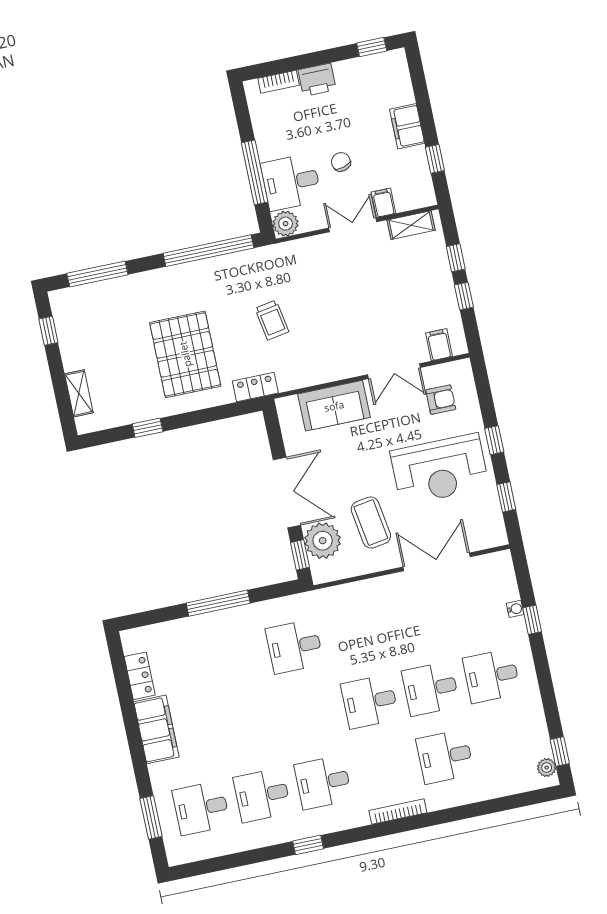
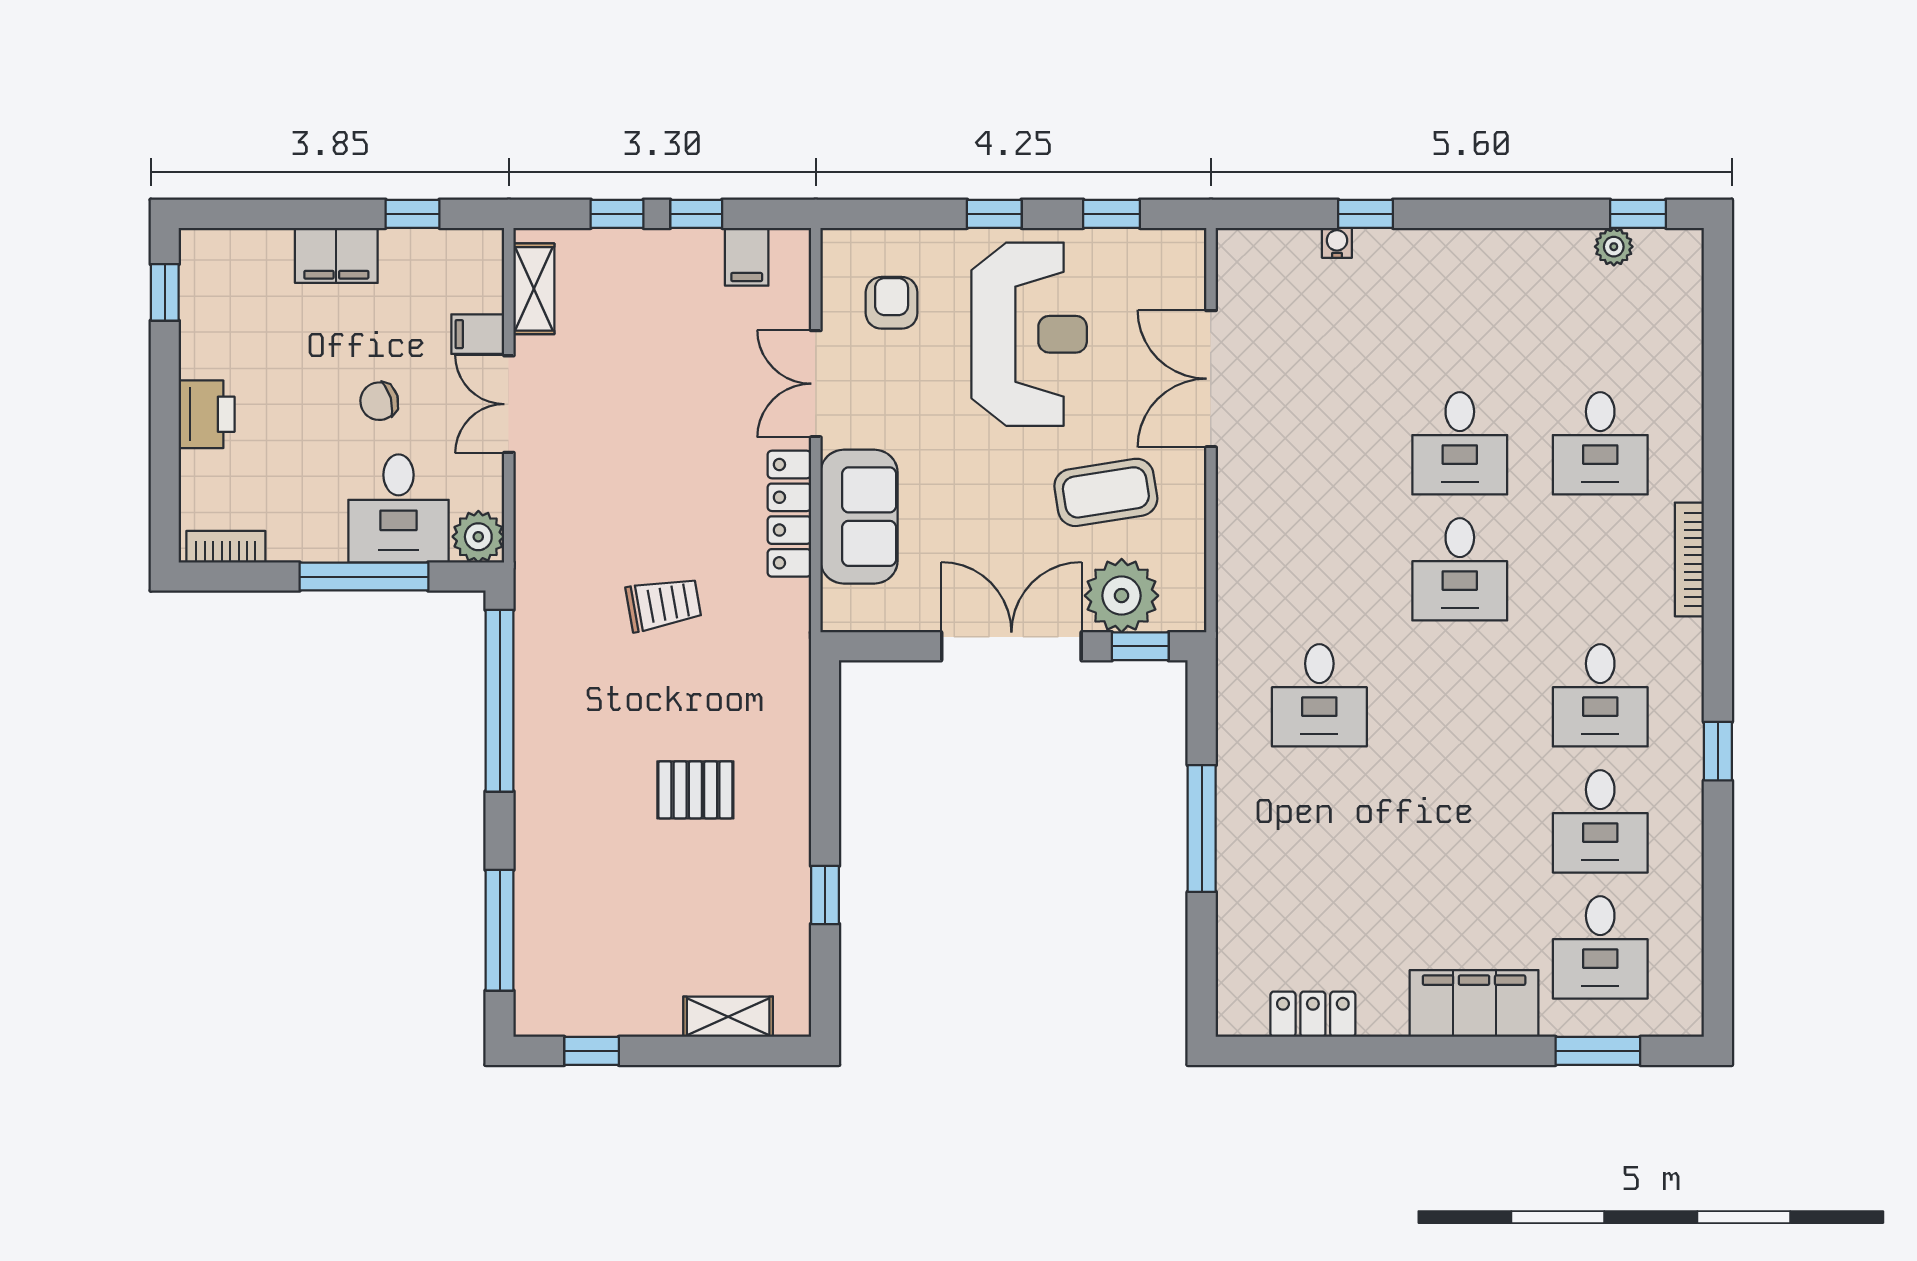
bookcase: (279, 82) -> (226, 547), moved, turned -90
filing cabinet: (439, 345) -> (747, 257), moved, turned -90
pallet: (185, 354) -> (695, 790), width x0.49, depth x0.50
double door: (394, 371) -> (816, 384), swing flipped
locker: (255, 387) -> (789, 514), moved, width x1.53
desk: (492, 676) -> (1460, 317), removed
filing cabinet: (156, 729) -> (1474, 1004), moved
plant: (547, 768) -> (1614, 247), moved

